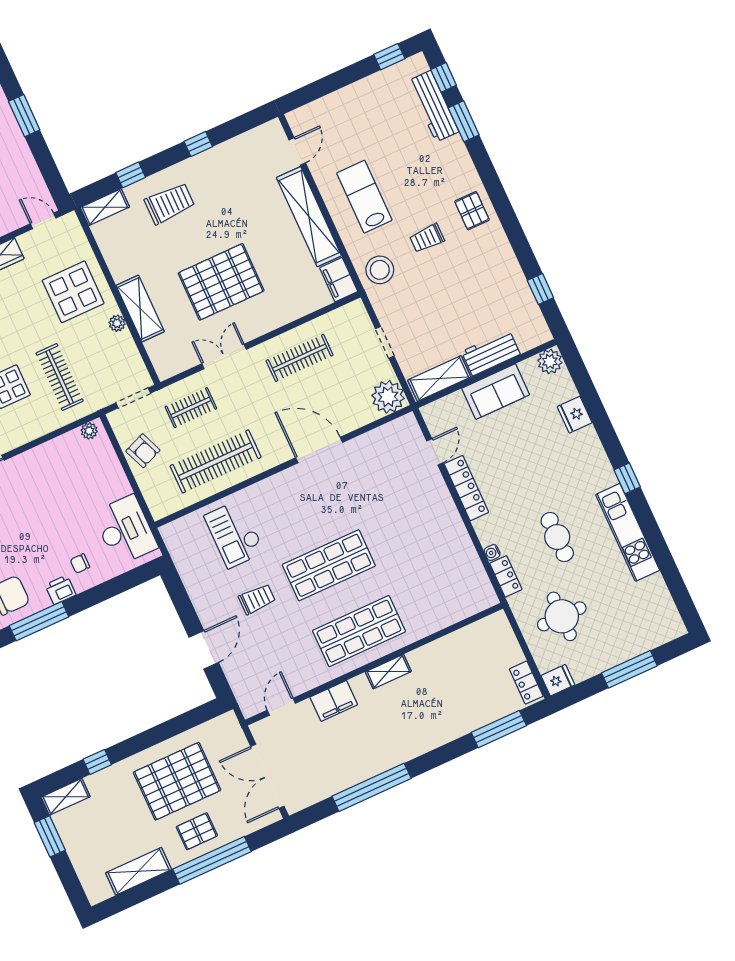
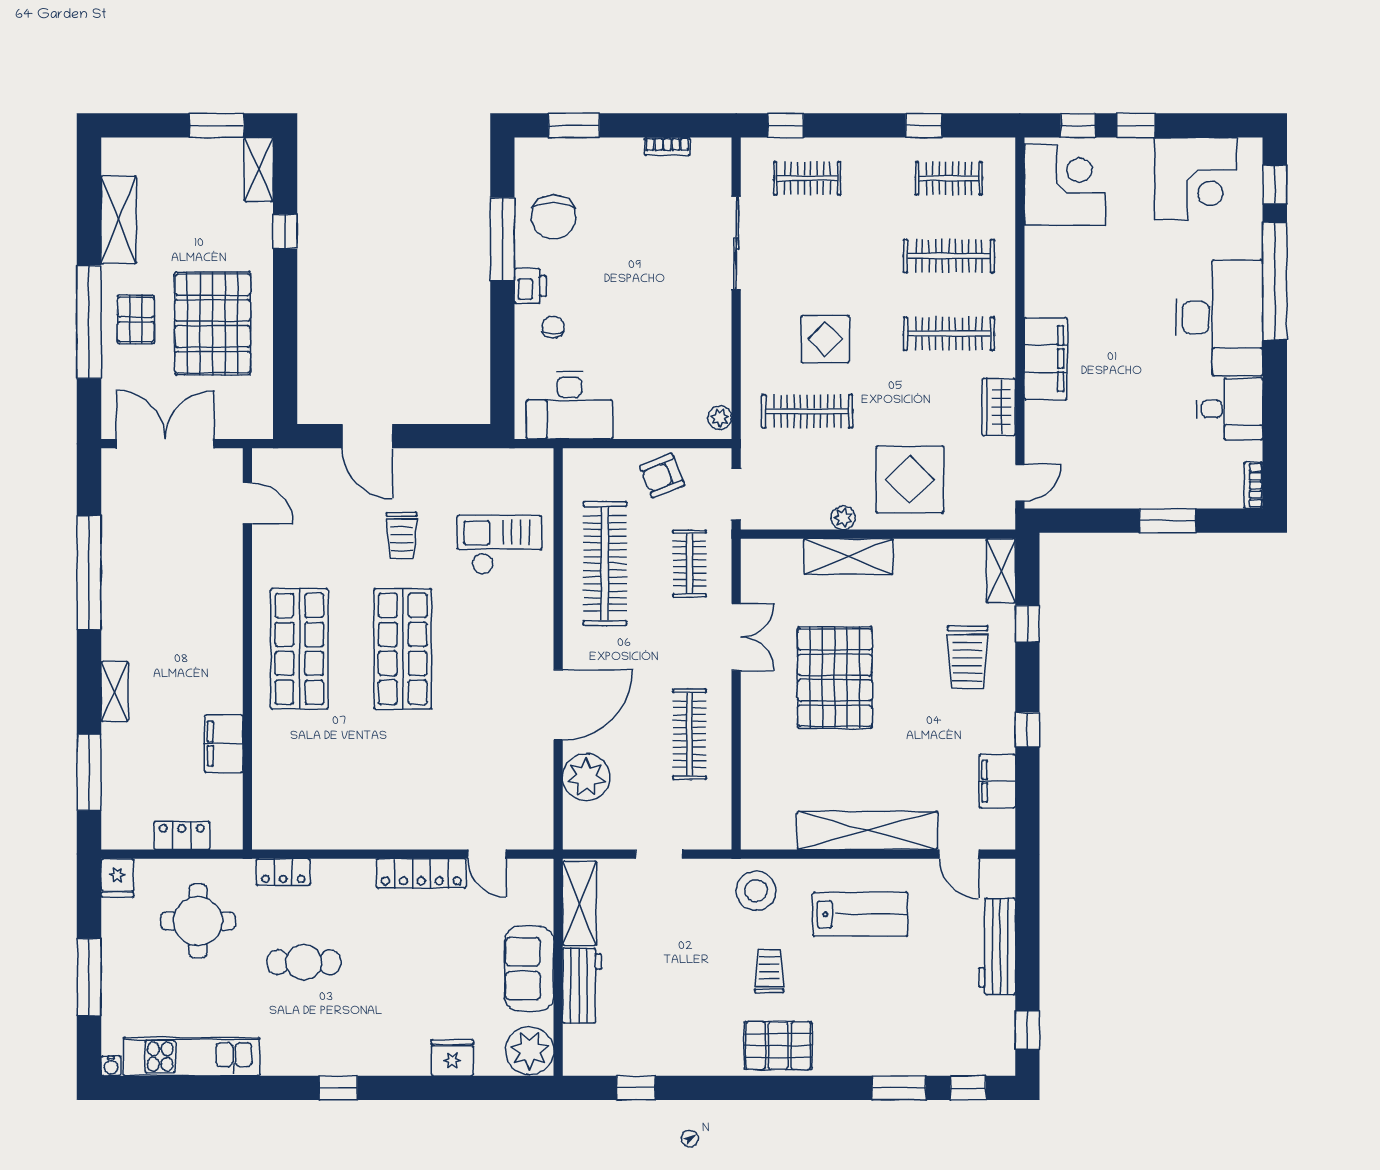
workbench: (433, 106) -> (997, 946), moved, turned -90
pallet: (472, 211) -> (778, 1046), width x1.50, depth x1.42
filing cabinet: (339, 280) -> (997, 781), moved, turned -90
plant: (550, 361) -> (530, 1051), width x1.36, depth x1.36
plant: (388, 397) -> (586, 777), moved
kitchen unit: (628, 532) -> (192, 1057), moved
water cooler: (492, 553) -> (111, 1066), moved, turned 180
shelving: (388, 672) -> (115, 691), moved
locker: (526, 683) -> (182, 835), moved
filing cabinet: (334, 701) -> (224, 744), moved

